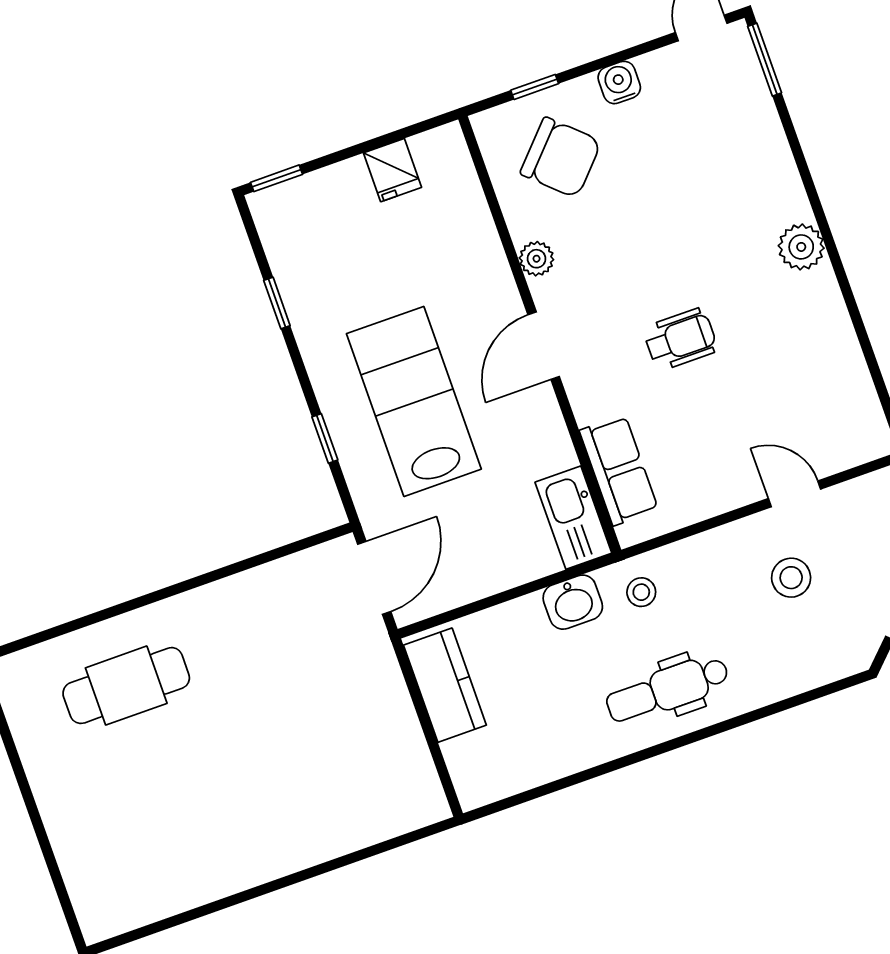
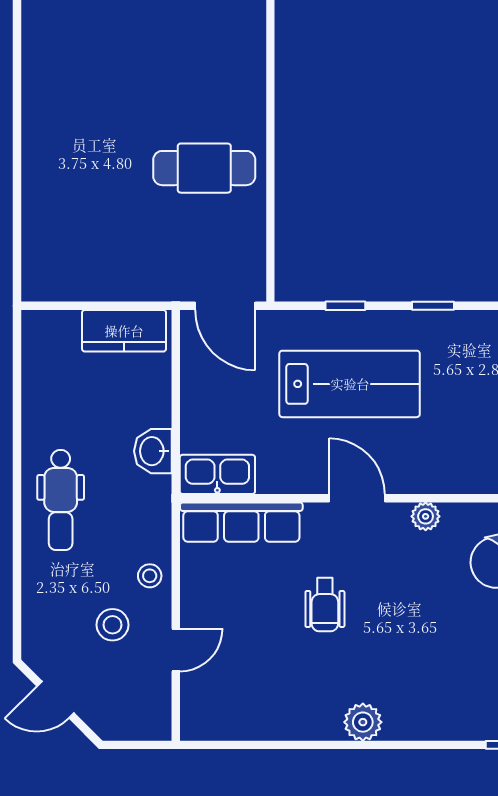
window: (277, 303) -> (433, 306), moved
row of seats: (619, 470) -> (241, 522), width x1.48
stool: (641, 592) -> (150, 576), moved
cafe table: (126, 686) -> (204, 168), moved, turned 90
dental chair: (668, 689) -> (61, 500), turned 180

